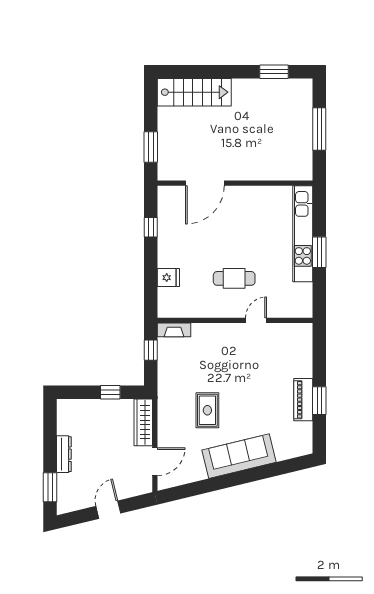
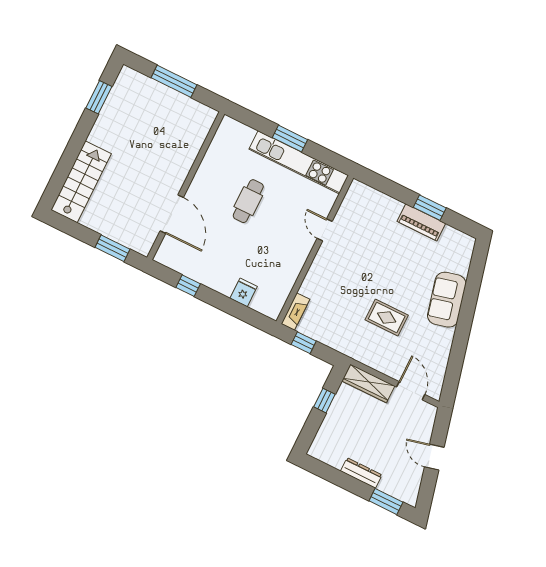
kitchen unit: (303, 234) -> (299, 162), moved
cafe table: (234, 278) -> (248, 201), moved
sofa: (239, 456) -> (447, 300), width x0.73

